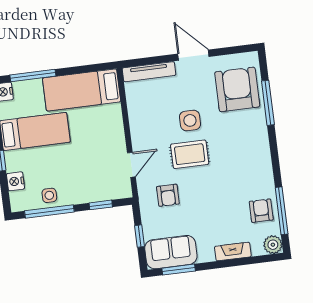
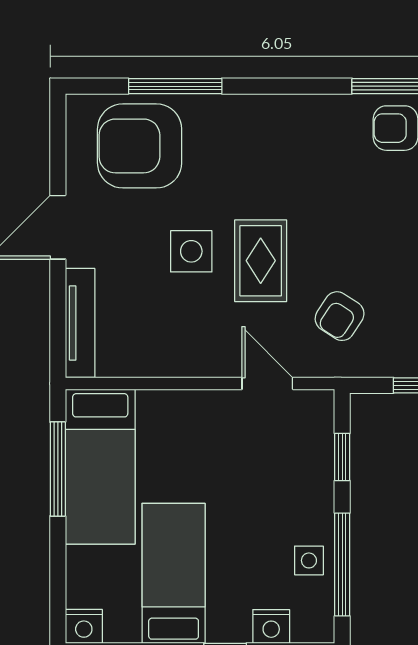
window: (33, 76) -> (58, 469), moved
armchair: (168, 195) -> (340, 316), turned 123

